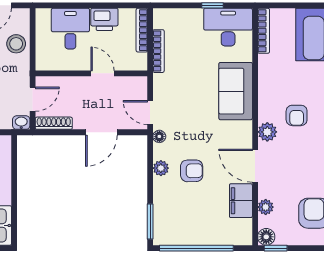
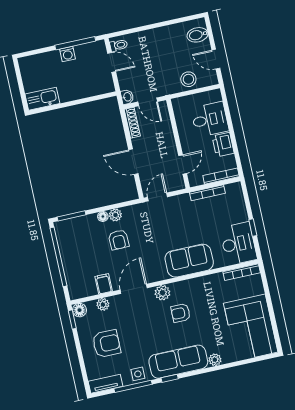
door: (103, 73) -> (183, 165), moved
floor lamp: (159, 136) -> (103, 216), moved
filing cabinet: (241, 201) -> (104, 284), width x0.50

